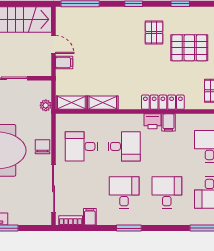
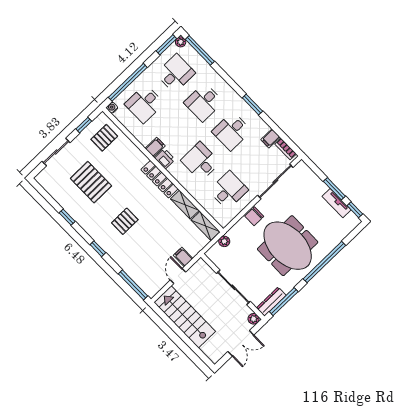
pallet: (154, 32) -> (125, 221), moved
locker: (163, 102) -> (160, 179), moved
desk: (81, 146) -> (229, 190), turned -90

